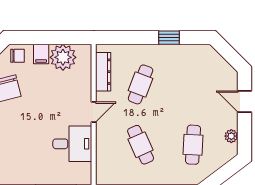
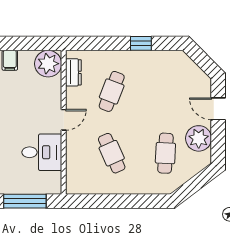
plant: (63, 57) -> (48, 64), moved
dresser: (103, 72) -> (73, 72), width x0.70
plant: (231, 136) -> (199, 138), width x1.88, depth x1.88

